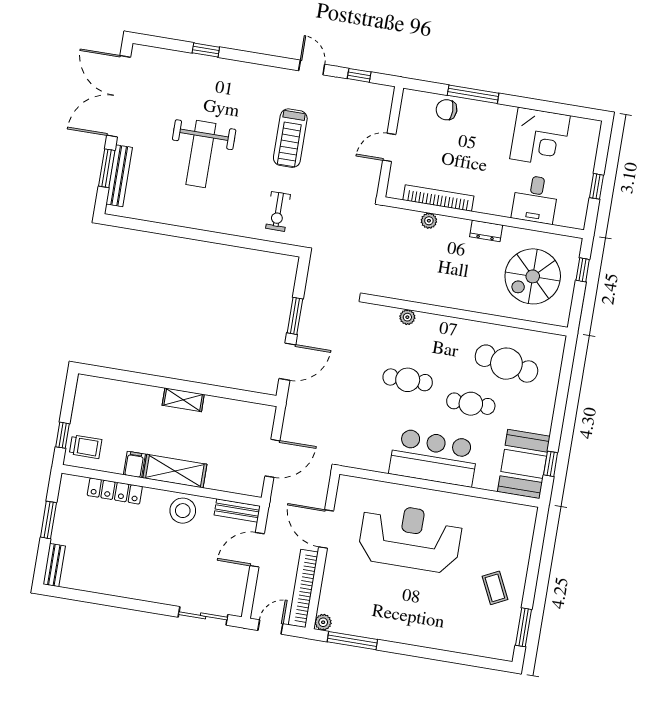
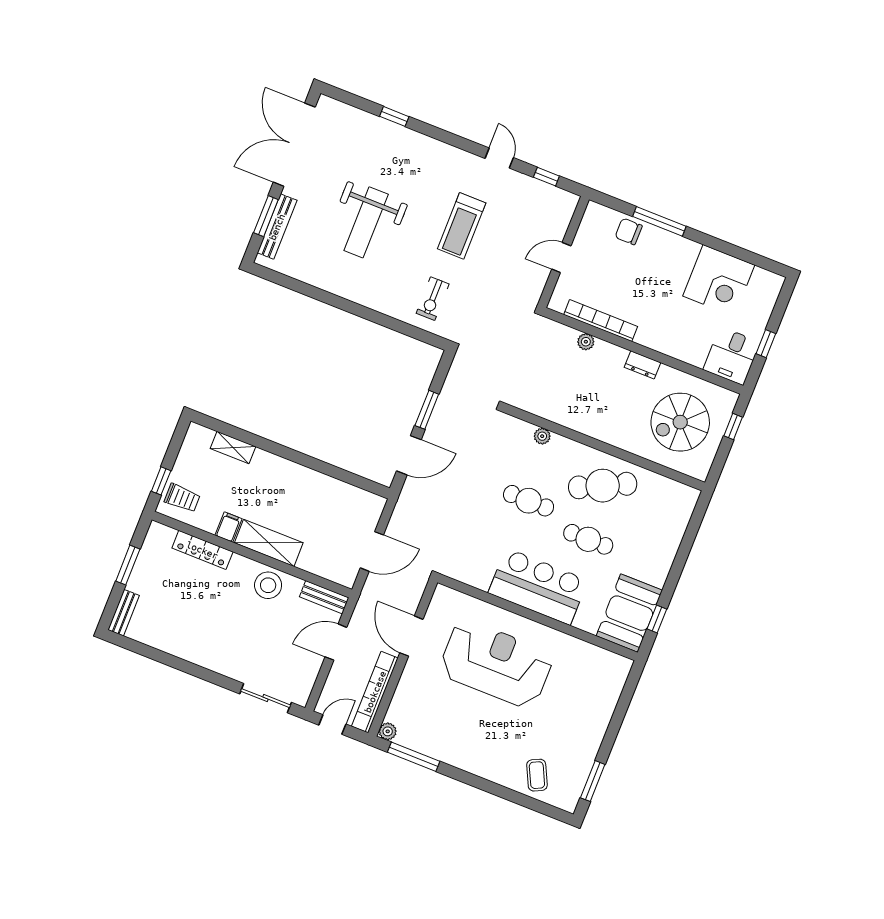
desk: (535, 199) -> (732, 356), moved
cafe table: (506, 364) -> (603, 486), moved, turned -37
shelving: (183, 400) -> (233, 448), moved
coffee table: (495, 588) -> (537, 775), moved

